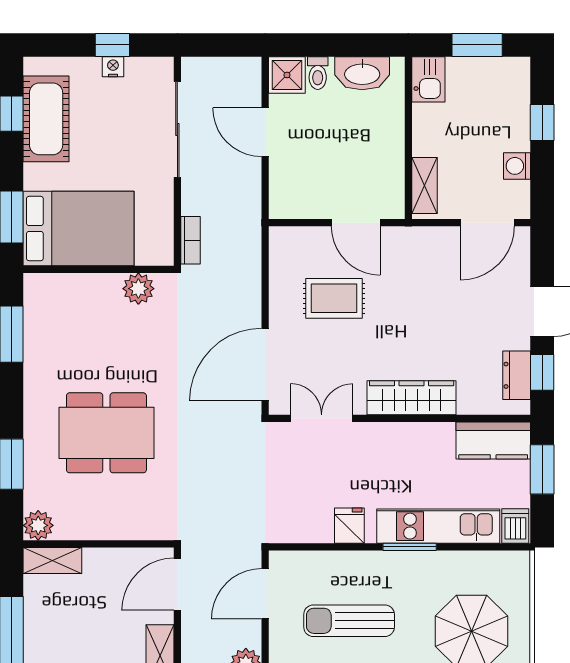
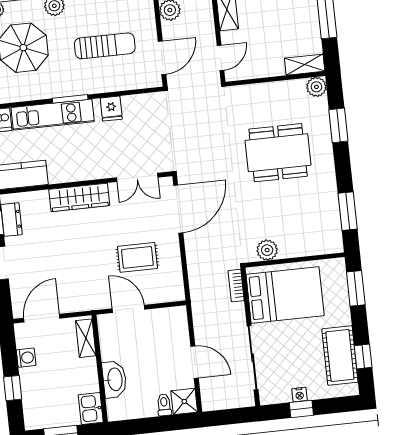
washbasin: (362, 73) -> (114, 379), moved, turned 90
bed: (79, 229) -> (285, 295), moved, turned 180
door: (177, 584) -> (221, 58), width x0.73

